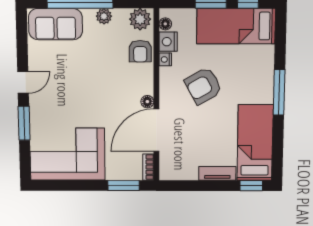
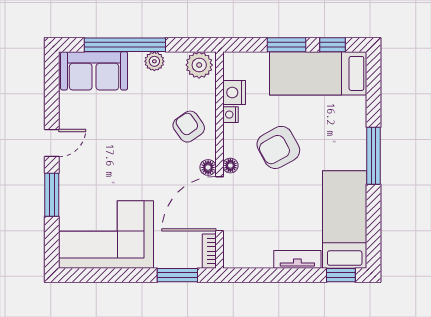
floor lamp: (165, 24) -> (230, 166), moved
armchair: (140, 51) -> (189, 127), moved, turned 145

